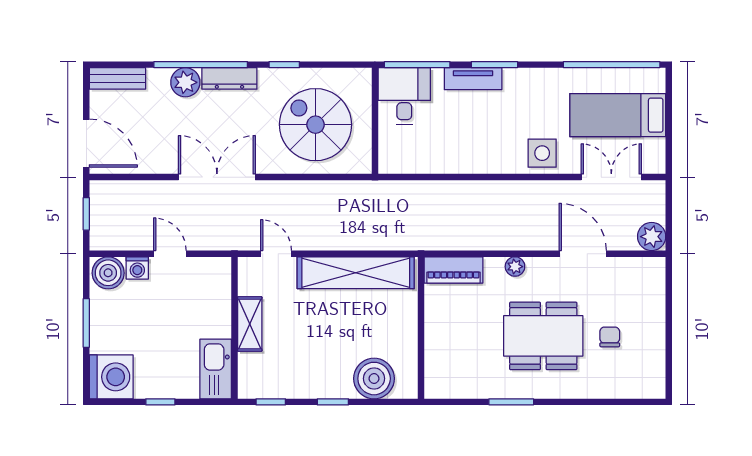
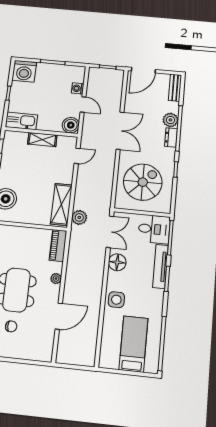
dresser: (229, 78) -> (171, 138), width x0.70
tv unit: (473, 79) -> (160, 266), width x1.41
floor lamp: (473, 158) -> (117, 262), added
double door: (611, 177) -> (110, 232), moved
plant: (652, 237) -> (79, 217), moved
door: (170, 254) -> (83, 104), hinge flipped
boiler: (108, 273) -> (71, 125), moved
shelving: (356, 273) -> (61, 204), width x0.68

